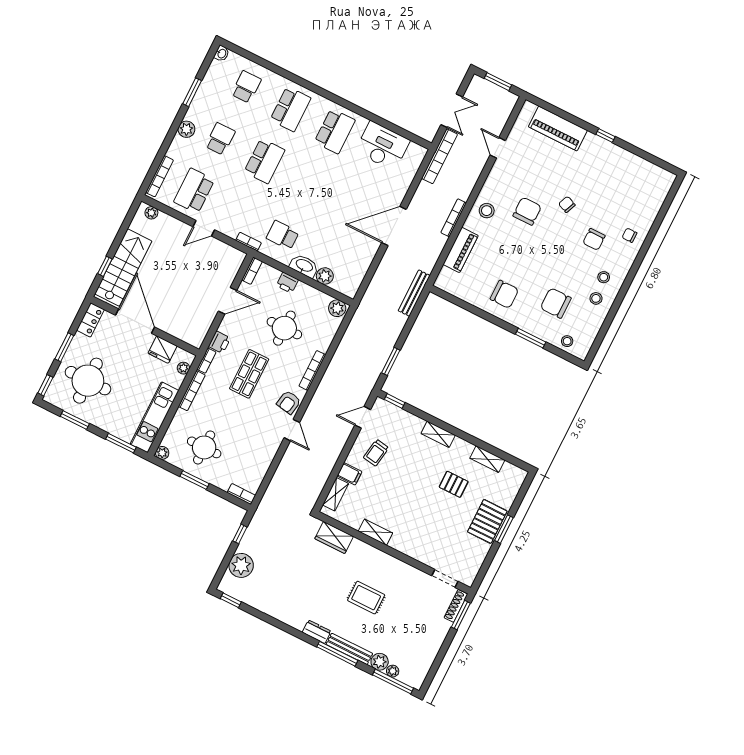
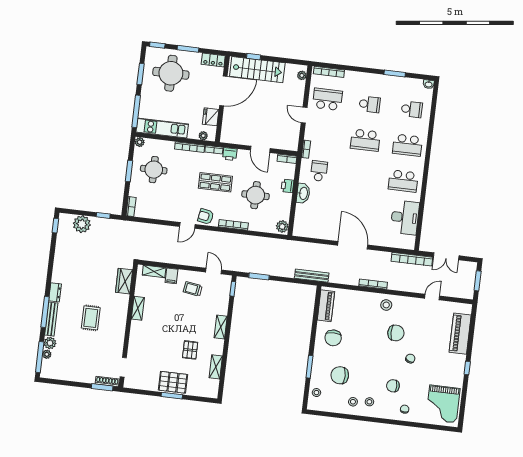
plant: (186, 129) -> (368, 79), removed
grand piano: (641, 183) -> (443, 404), added
piano: (461, 250) -> (326, 306), moved, turned -90
plant: (325, 276) -> (301, 210), removed
chair: (556, 303) -> (340, 375), turned -90
window: (121, 443) -> (136, 111), width x1.44

